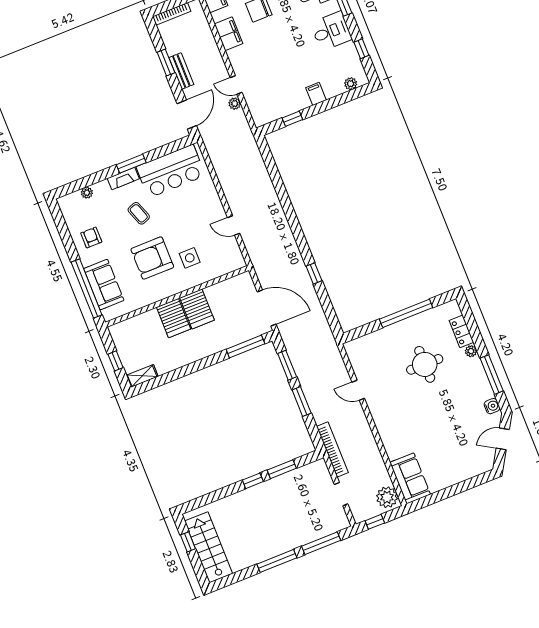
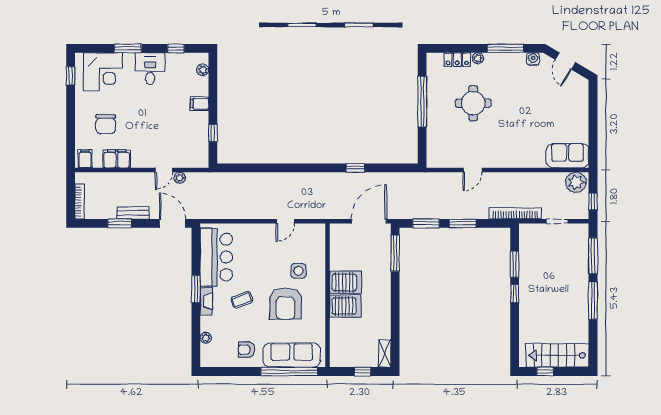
sofa: (104, 285) -> (292, 355), width x1.36

